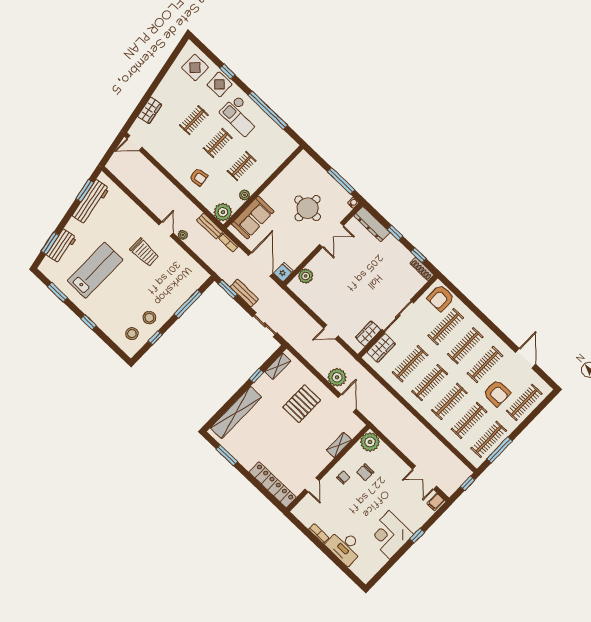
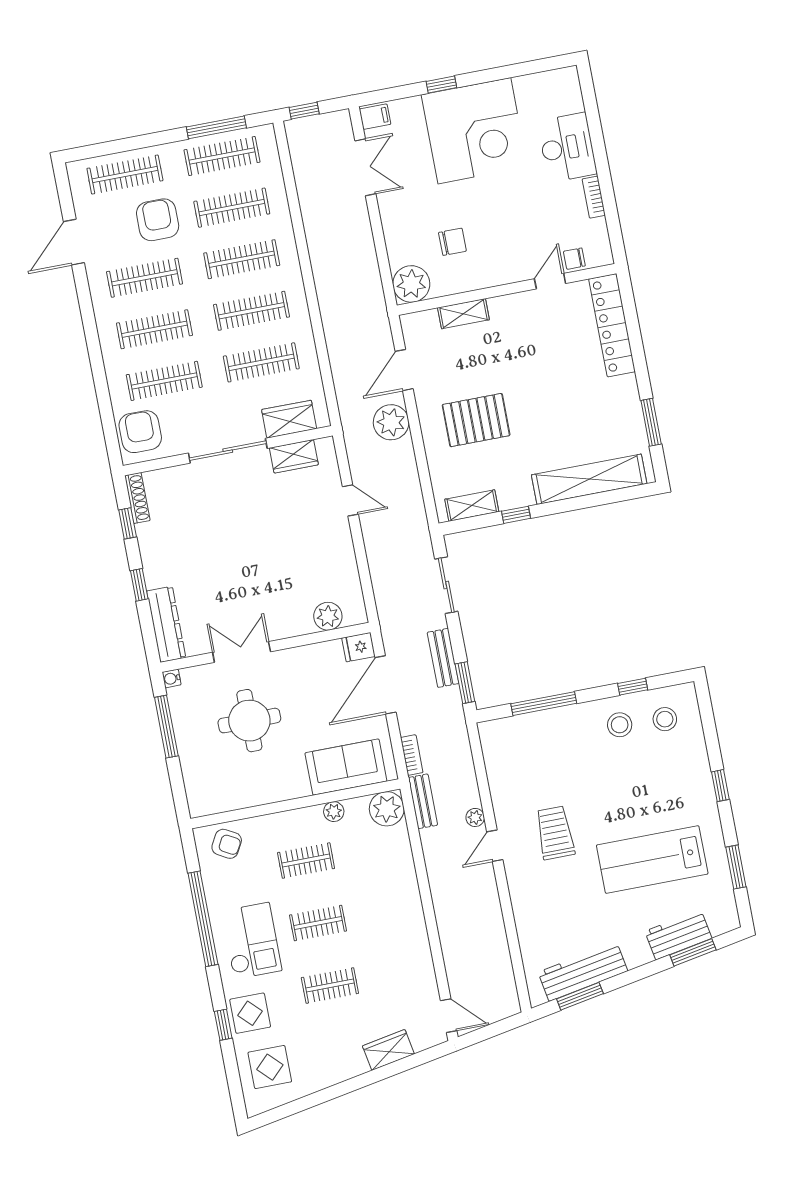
armchair: (199, 177) -> (227, 844), moved, turned 126
armchair: (441, 298) -> (140, 432), turned -90
chair: (343, 477) -> (574, 259), moved
corner desk: (389, 535) -> (474, 131), width x1.36, depth x1.36

